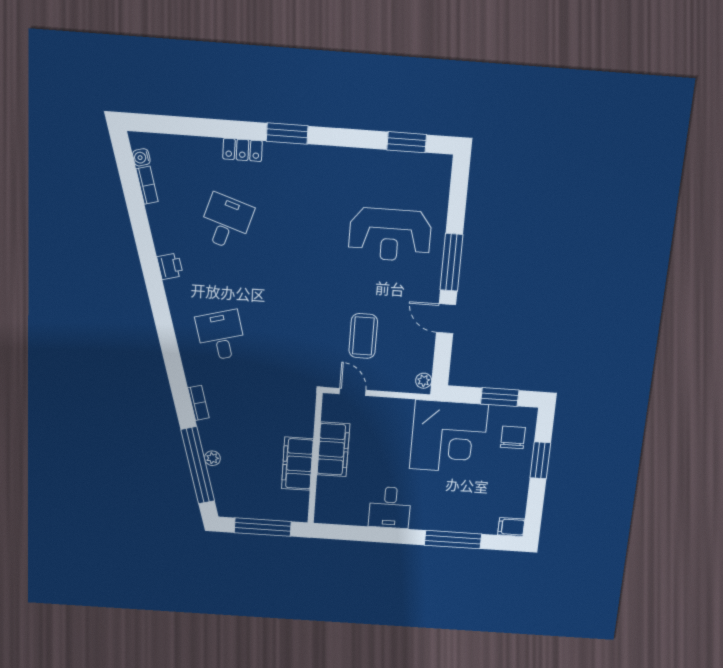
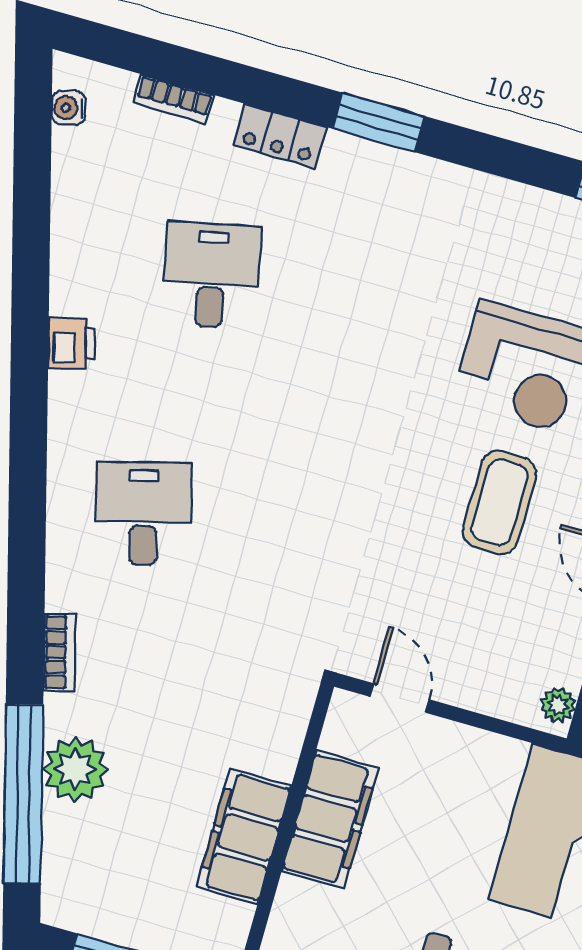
bookcase: (147, 185) -> (173, 99), moved, turned 105
desk: (226, 222) -> (211, 275), turned -30
coffee table: (363, 336) -> (500, 502), moved
plant: (212, 458) -> (75, 769), width x1.88, depth x1.88

